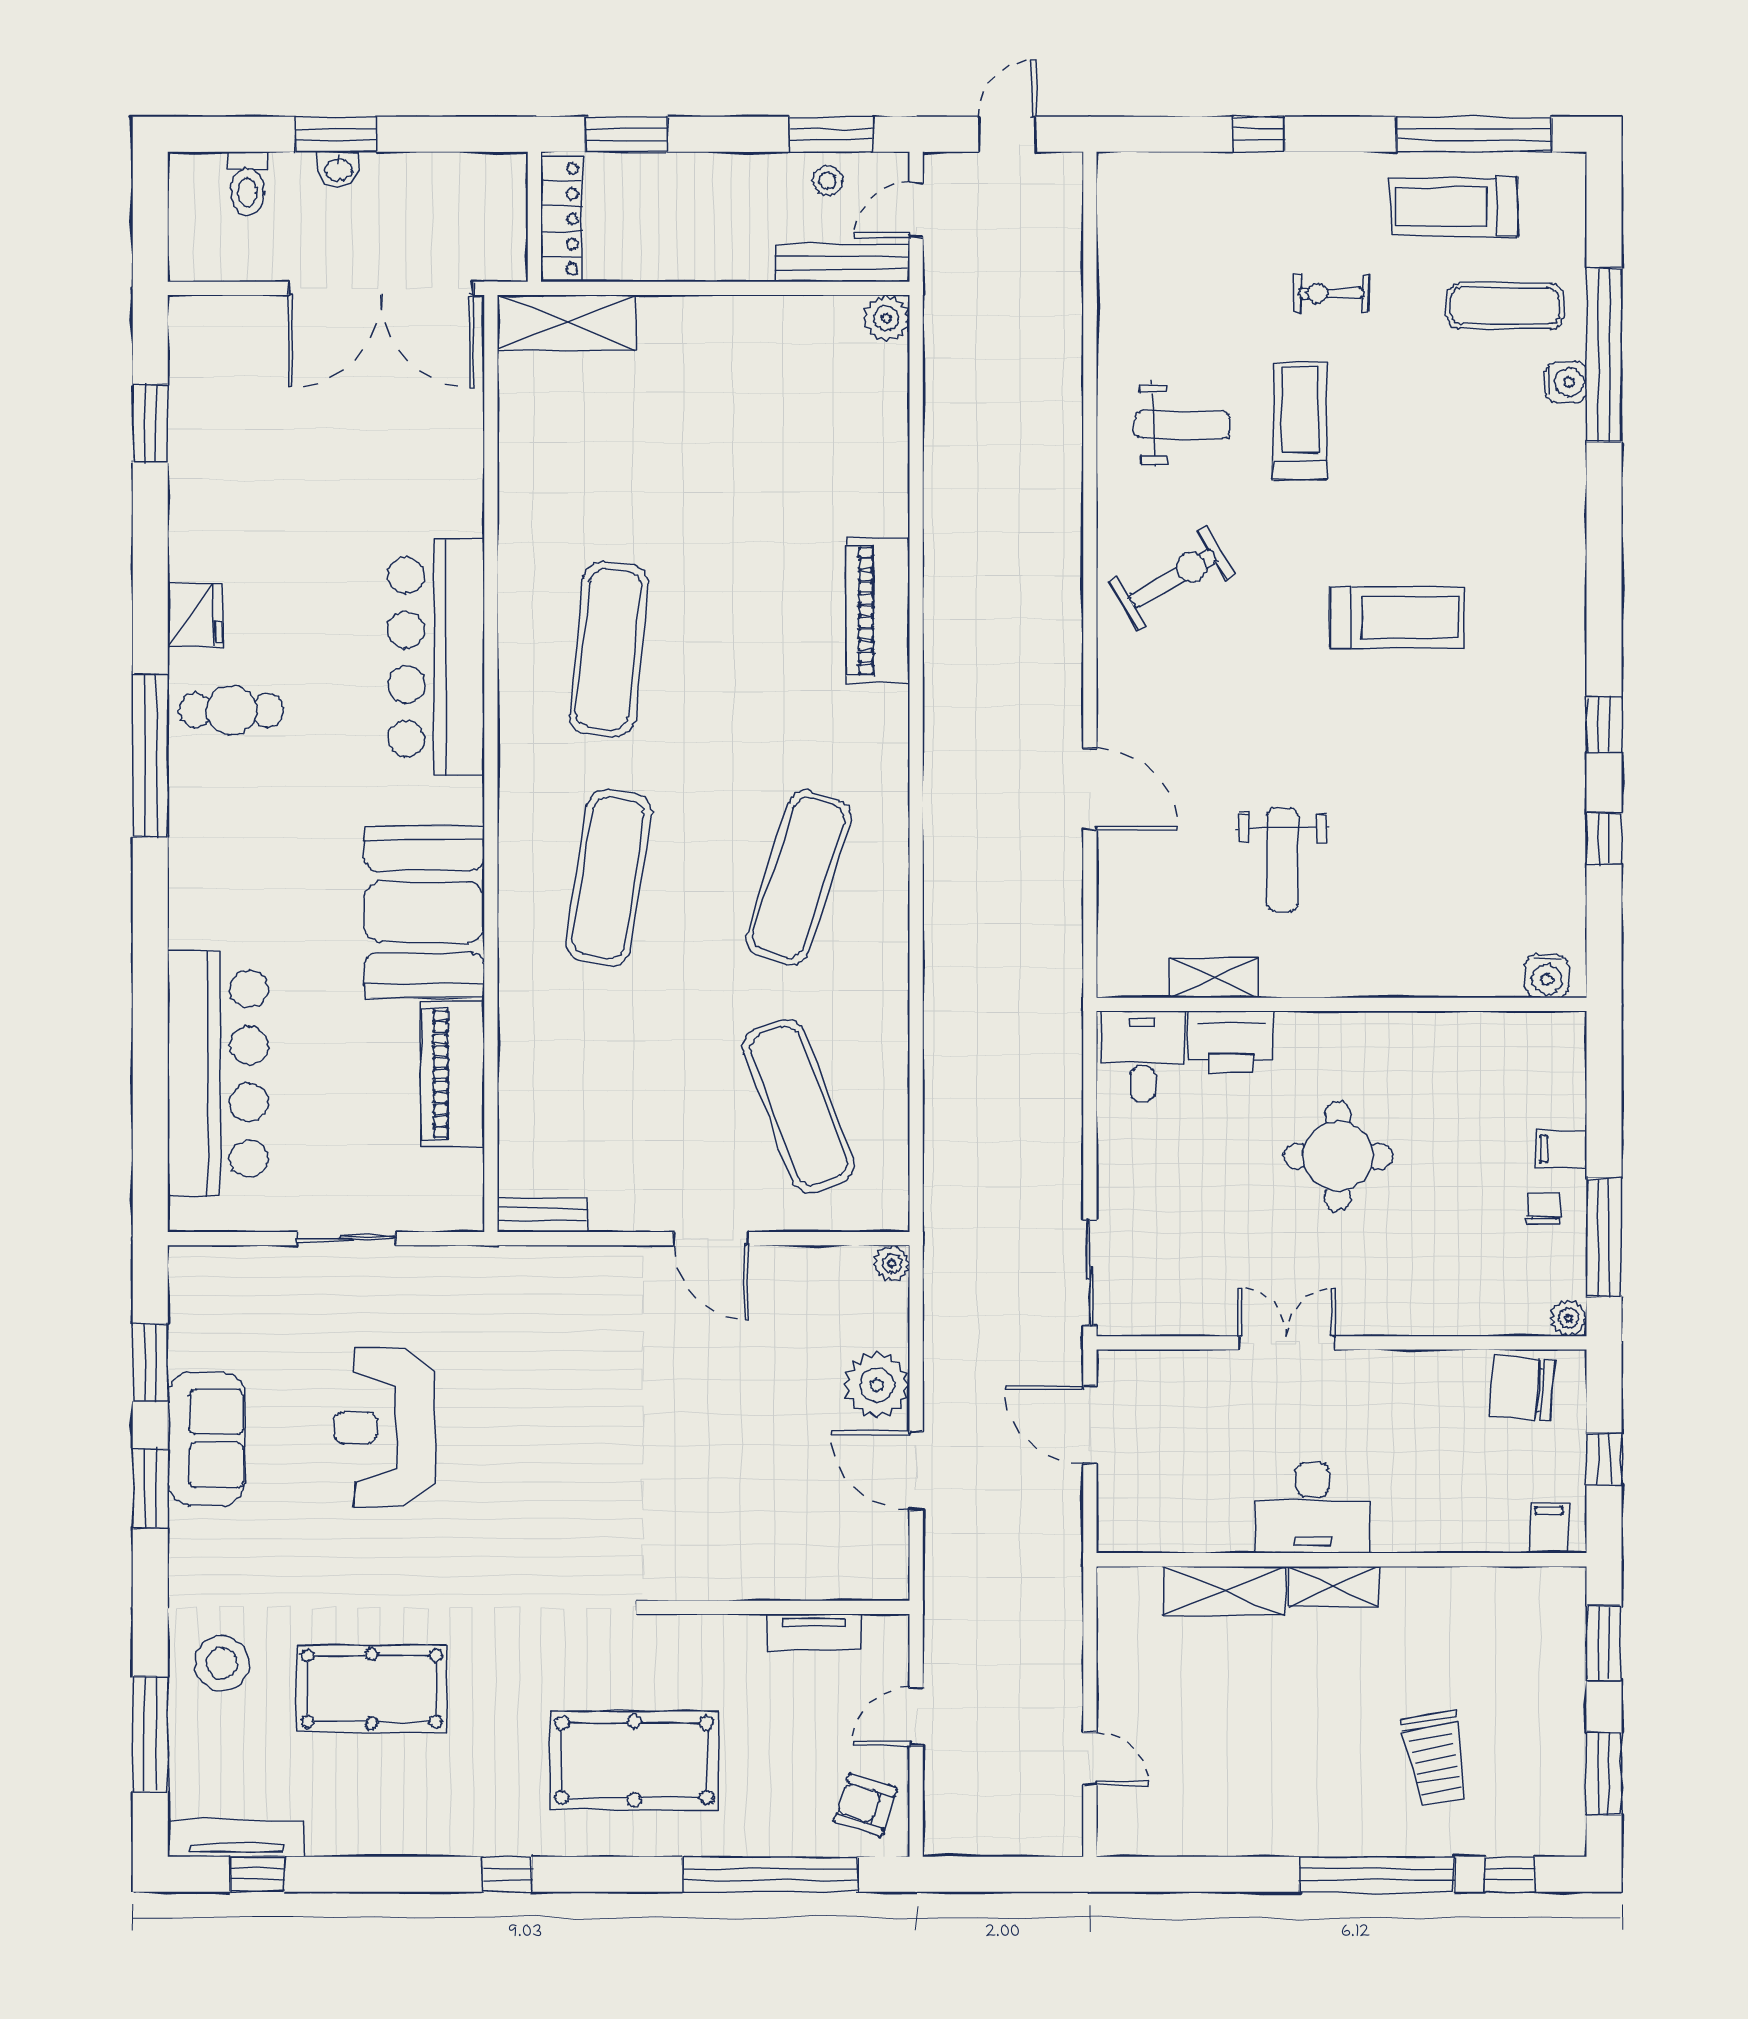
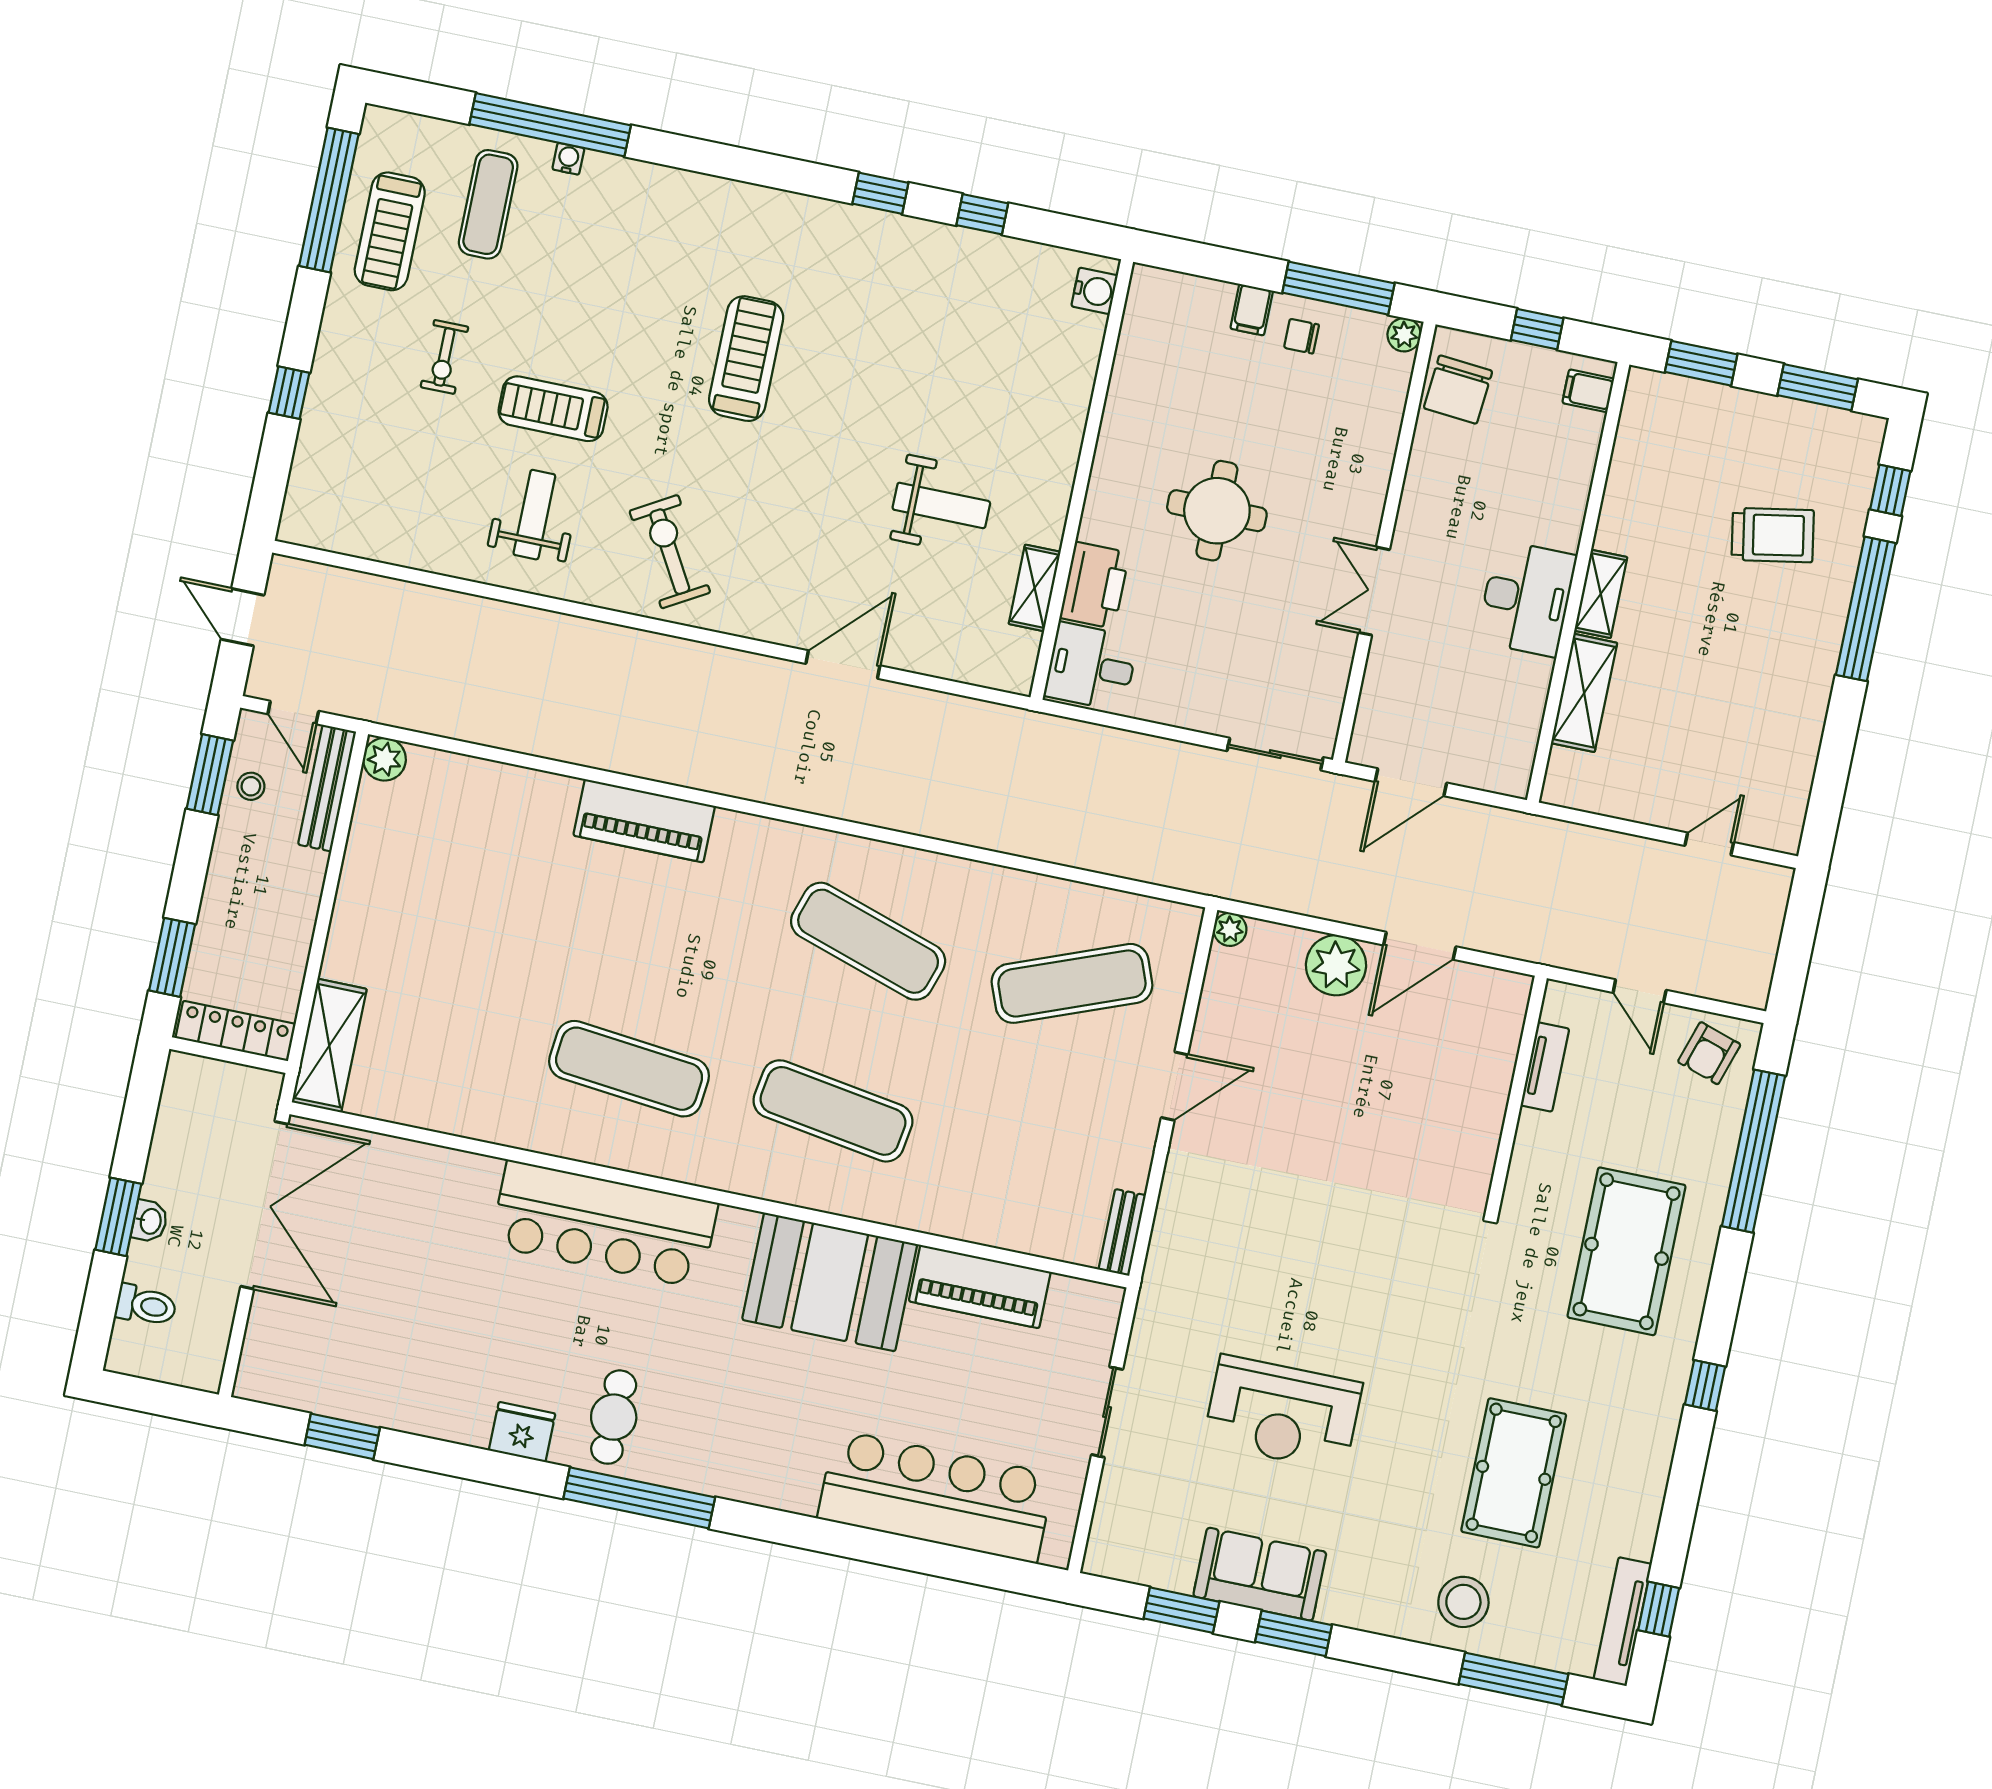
water cooler: (1566, 382) -> (568, 159), width x0.72, depth x0.72

